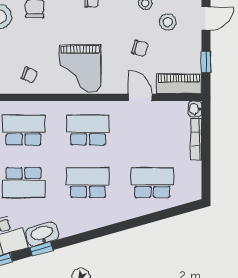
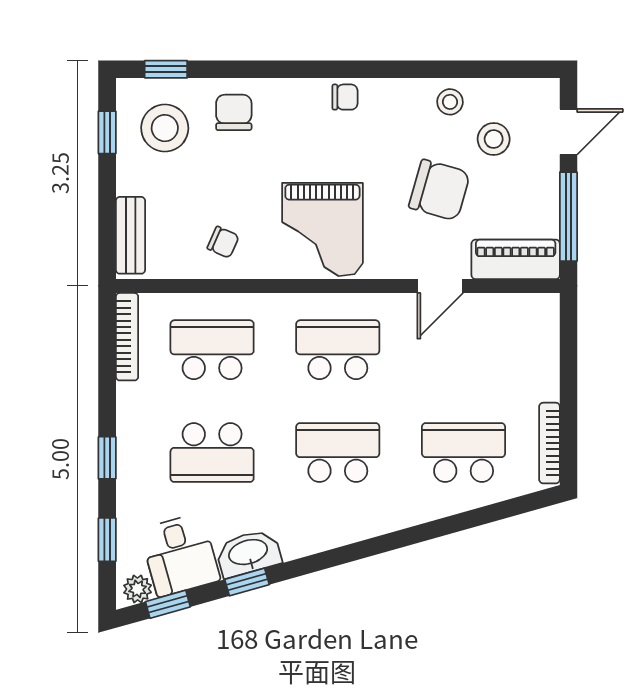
chair: (140, 48) -> (439, 190), width x1.87, depth x1.87
window: (206, 62) -> (568, 217), width x2.17
door: (140, 97) -> (440, 286), swing flipped
washbasin: (195, 109) -> (547, 309), removed
bookcase: (196, 139) -> (549, 443), moved

